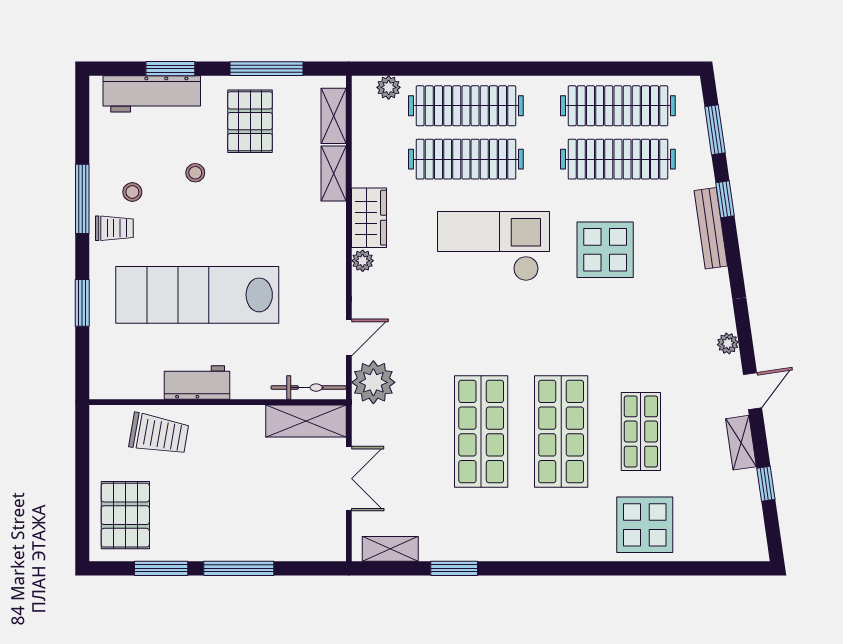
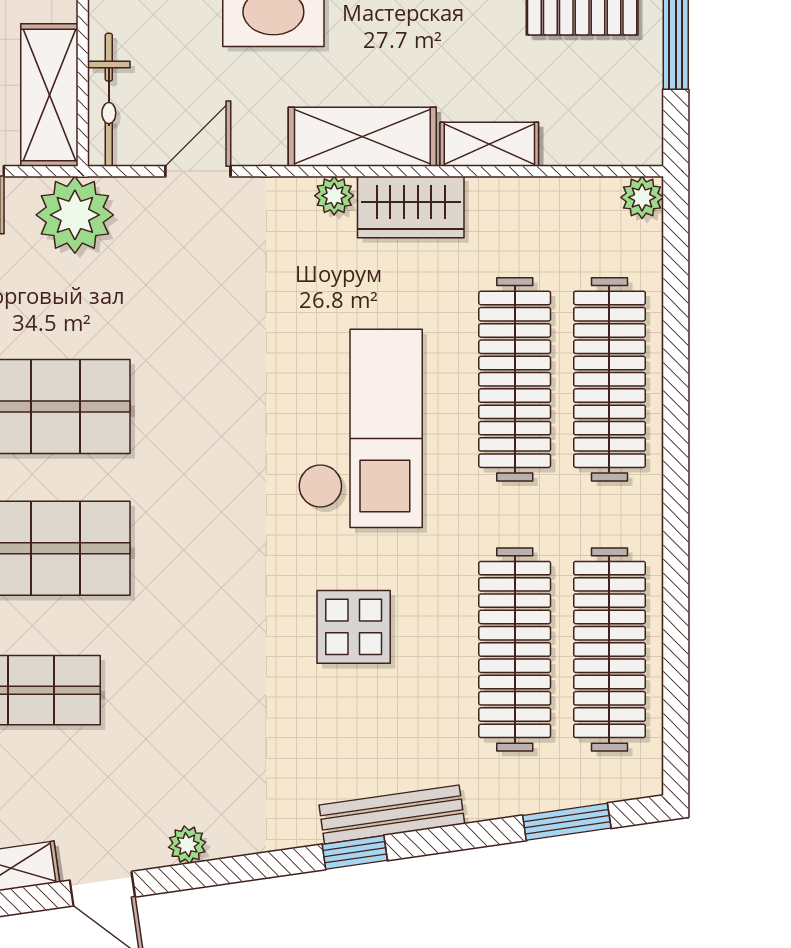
plant: (389, 87) -> (642, 197), moved
shelving: (334, 116) -> (362, 137), moved, width x1.50, depth x1.33
window: (725, 199) -> (355, 852), moved
display table: (605, 250) -> (354, 627), width x0.73, depth x0.73
door: (349, 337) -> (198, 171), swing flipped
plant: (373, 382) -> (75, 215), moved

